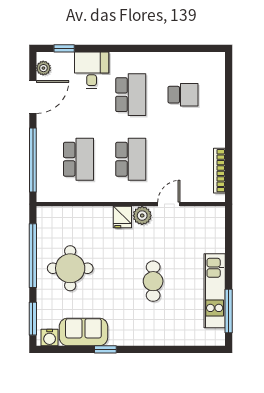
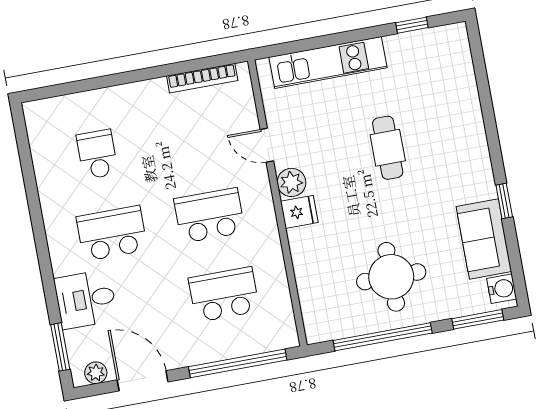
window: (64, 48) -> (60, 347), width x1.50
cafe table: (153, 281) -> (388, 148), turned 90
kitchen unit: (215, 291) -> (328, 62), moved
window: (229, 311) -> (412, 25), width x0.46

